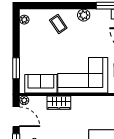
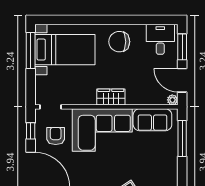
window: (16, 68) -> (182, 138), width x1.44
wardrobe: (59, 103) -> (111, 97), moved

